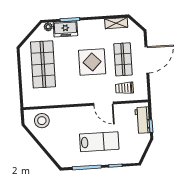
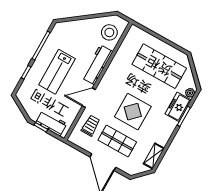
workbench: (73, 114) -> (97, 65), added

